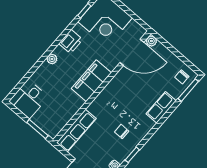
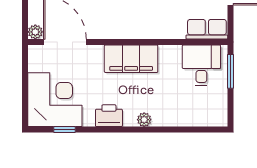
desk: (29, 99) -> (201, 65), moved, turned -90
row of seats: (76, 131) -> (207, 29), width x0.68

